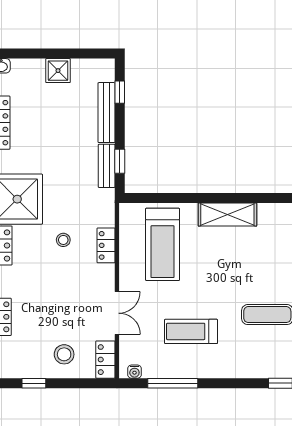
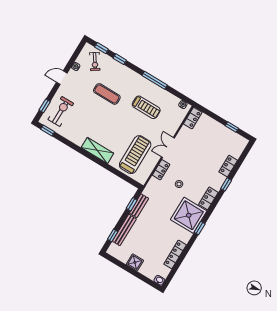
double door: (117, 313) -> (168, 148), moved
stool: (64, 354) -> (210, 132), removed
window: (173, 383) -> (155, 80), moved

